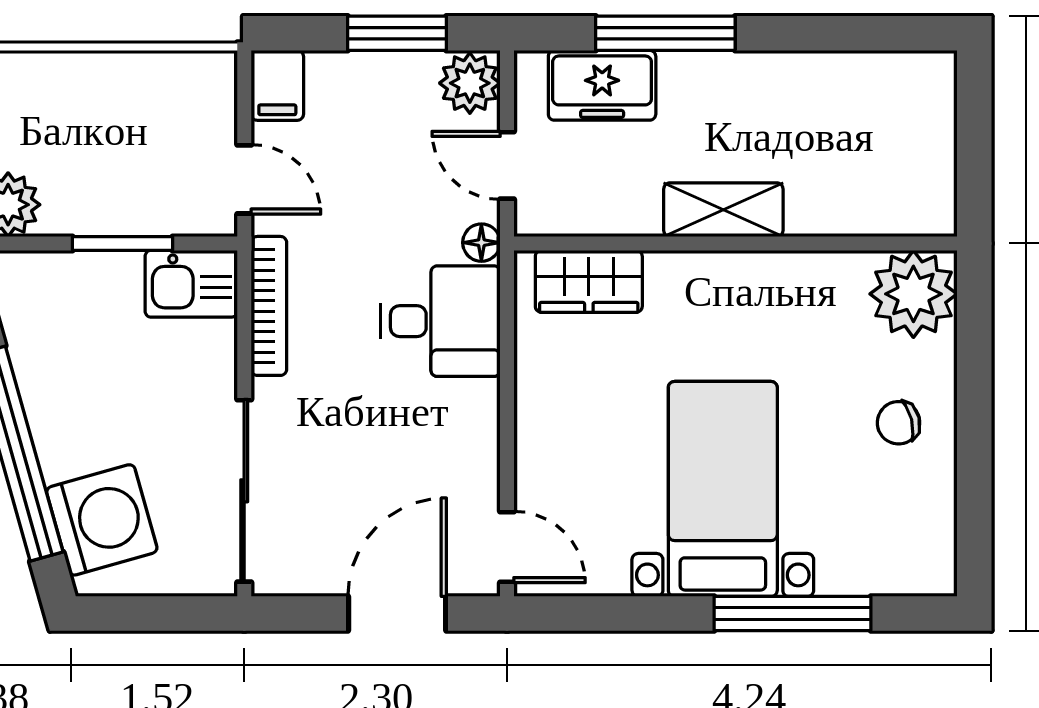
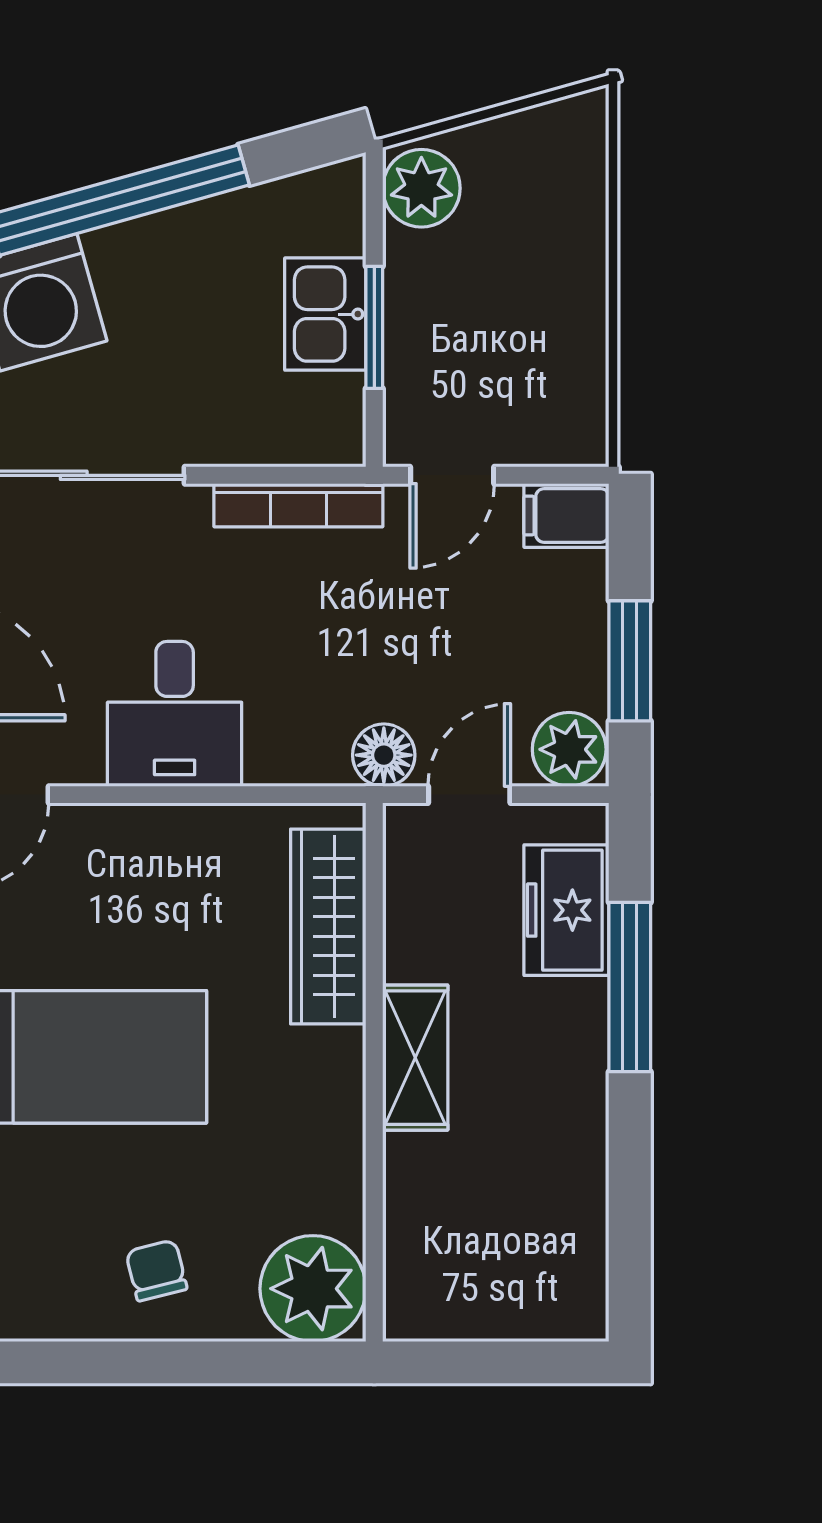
floor lamp: (481, 243) -> (384, 755), width x1.37, depth x1.37
wardrobe: (589, 281) -> (328, 927), width x1.50
kitchen sink: (191, 284) -> (325, 314), moved
desk: (441, 321) -> (175, 714), moved

